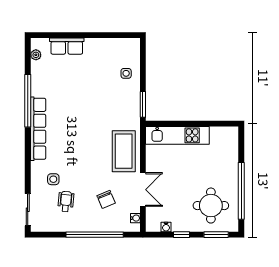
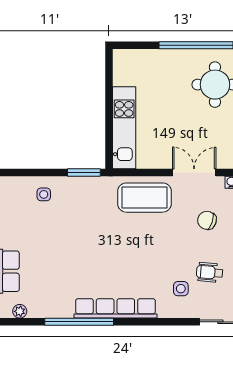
chair: (106, 199) -> (207, 220), turned -138

